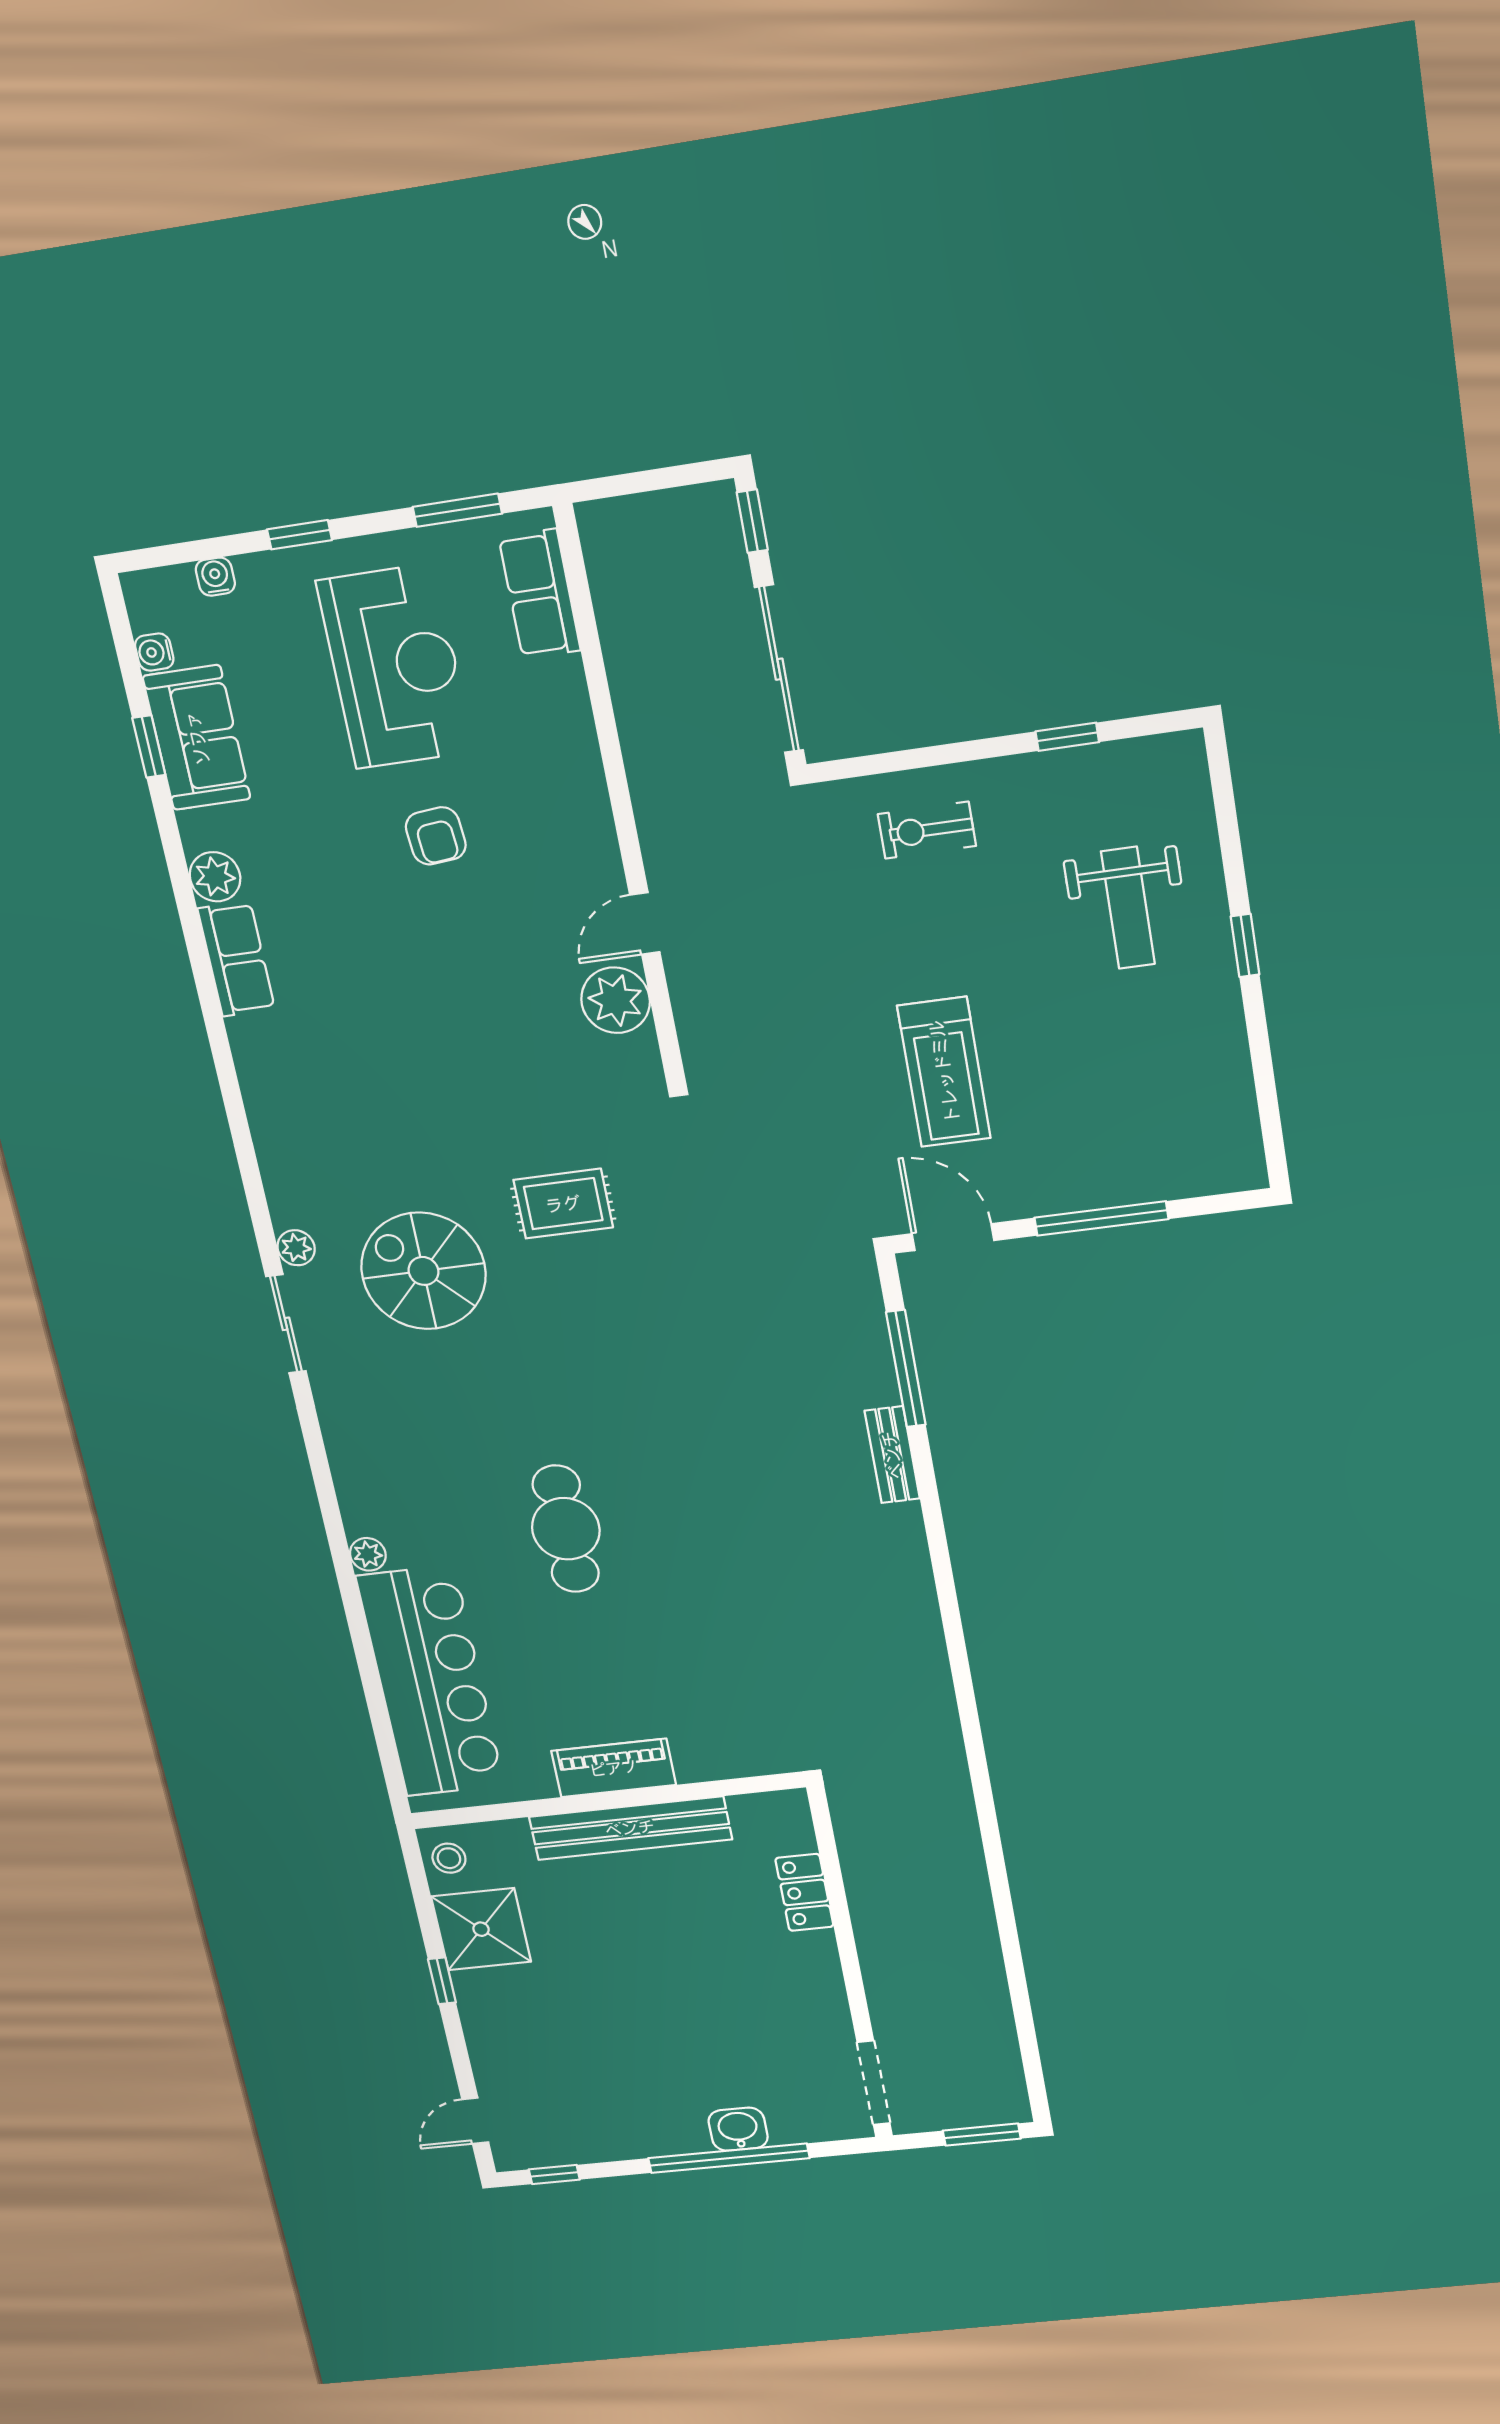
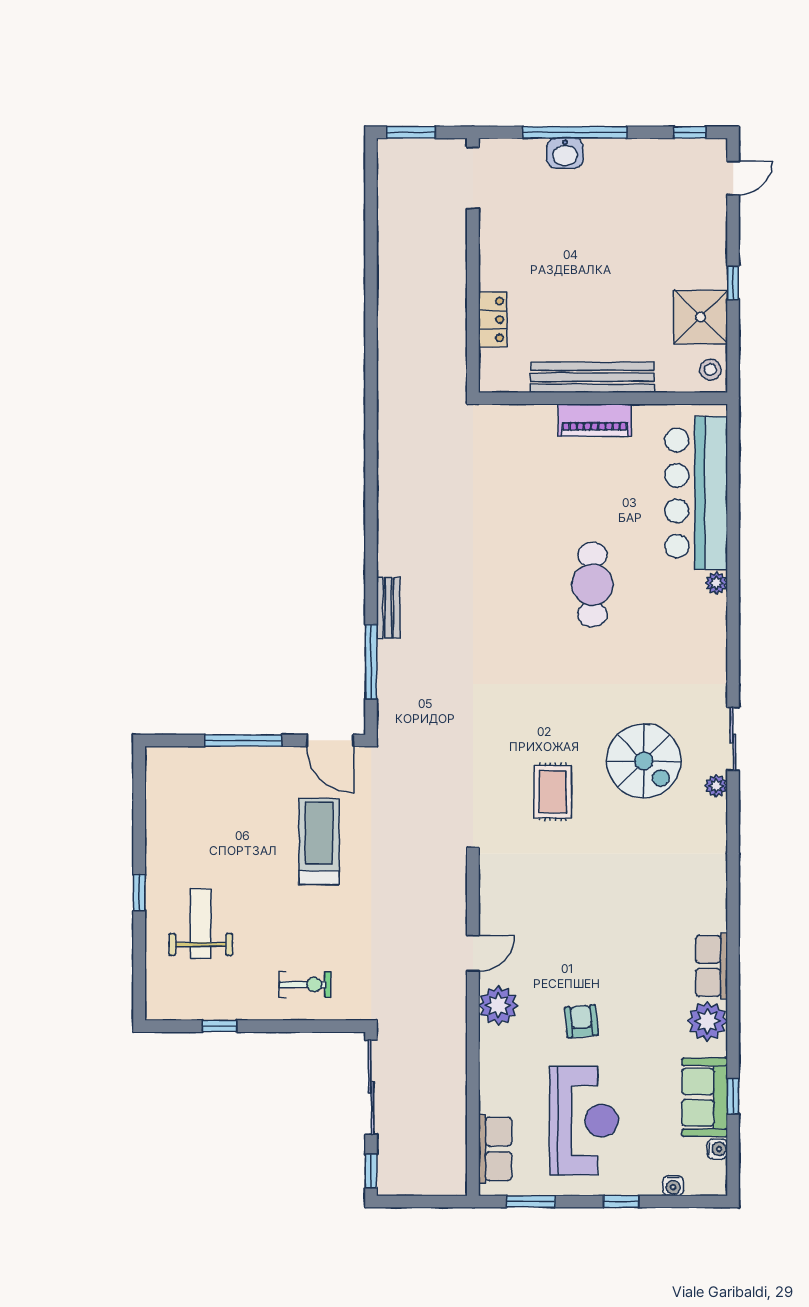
reception desk: (395, 667) -> (584, 1121), turned 180
plant: (215, 877) -> (707, 1021), width x1.36, depth x1.36
plant: (616, 1000) -> (498, 1005), moved
rug: (563, 1204) -> (553, 792), turned 90

